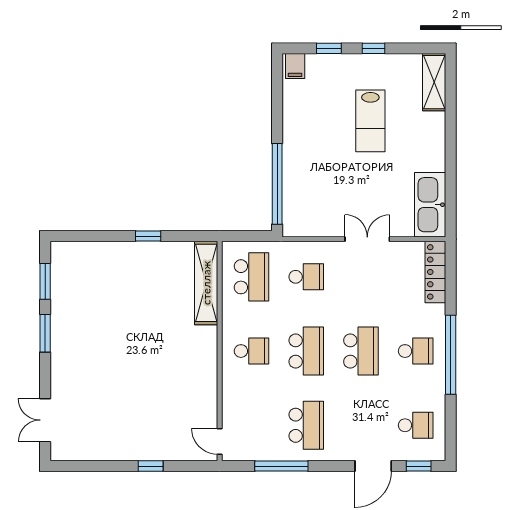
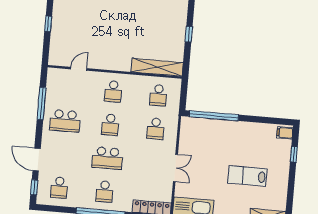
window: (373, 48) -> (291, 182), removed
school desk: (252, 277) -> (158, 95), width x0.54
school desk: (306, 351) -> (110, 125), width x0.54
door: (220, 441) -> (79, 69), moved

